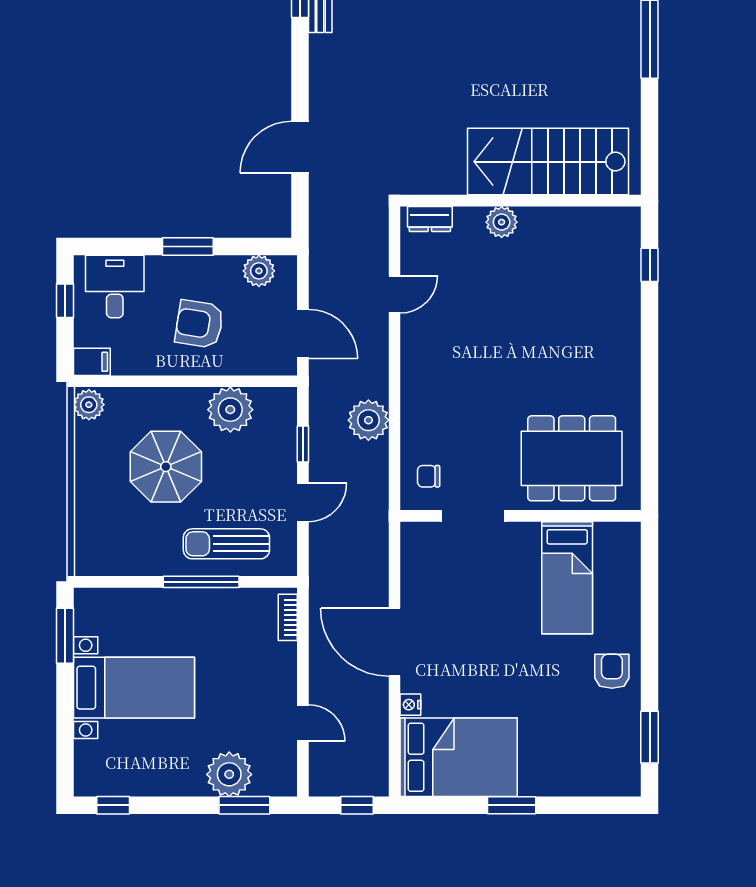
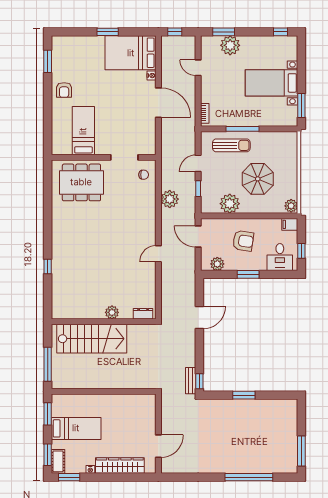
stairs: (548, 162) -> (92, 339), moved
wall: (521, 201) -> (104, 322), moved
dresser: (430, 219) -> (143, 314), moved
plant: (502, 222) -> (112, 312), moved

